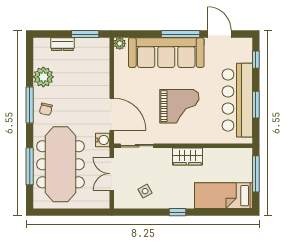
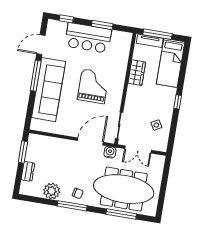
plant: (120, 43) -> (35, 126), removed
bar counter: (237, 100) -> (88, 38), width x0.73
wardrobe: (187, 156) -> (137, 73), moved
tv unit: (246, 166) -> (150, 41), added

